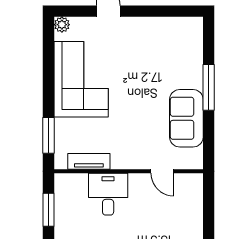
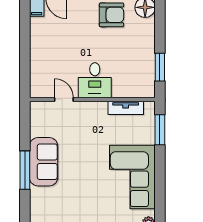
sofa: (186, 118) -> (44, 162), moved
desk: (108, 194) -> (95, 80), moved

